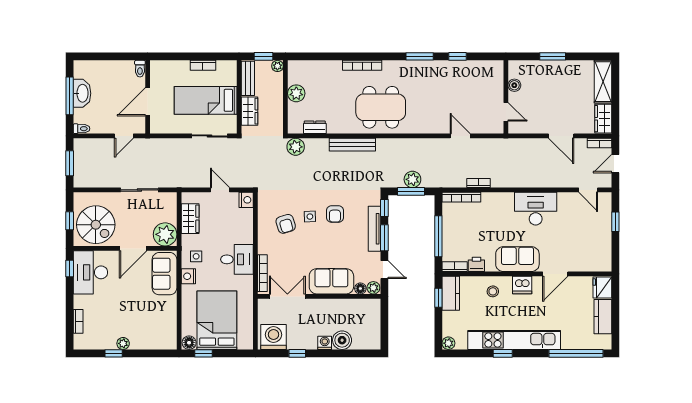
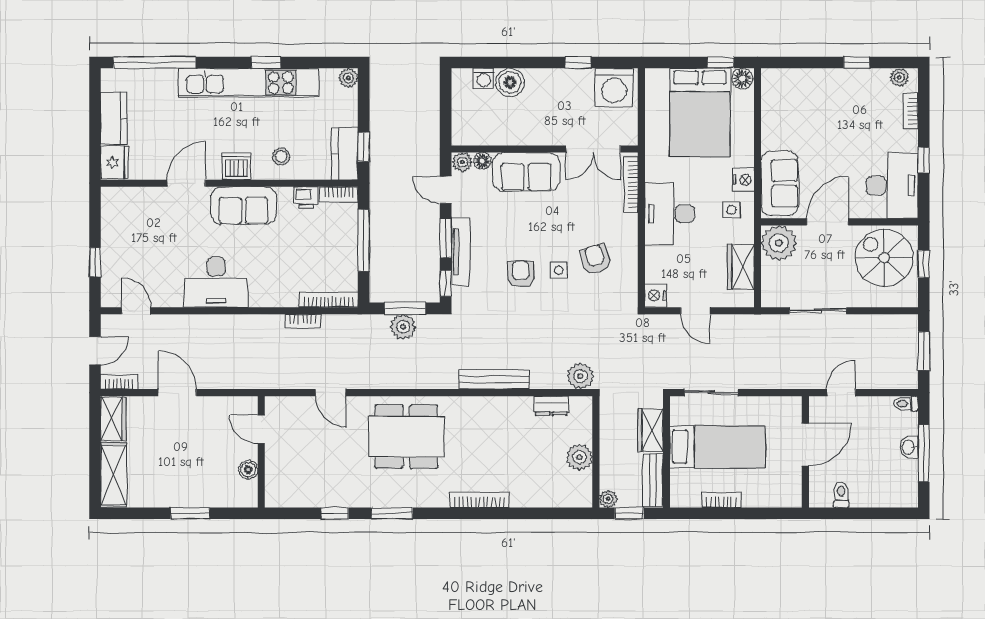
toilet: (140, 69) -> (841, 495), moved
washbasin: (82, 93) -> (909, 447), width x0.52, depth x0.69
dining table: (381, 107) -> (406, 437), moved
desk: (237, 259) -> (670, 214), width x1.37
window: (70, 268) -> (924, 160), moved
plant: (123, 343) -> (899, 77), moved
washing machine: (325, 343) -> (484, 78), moved

